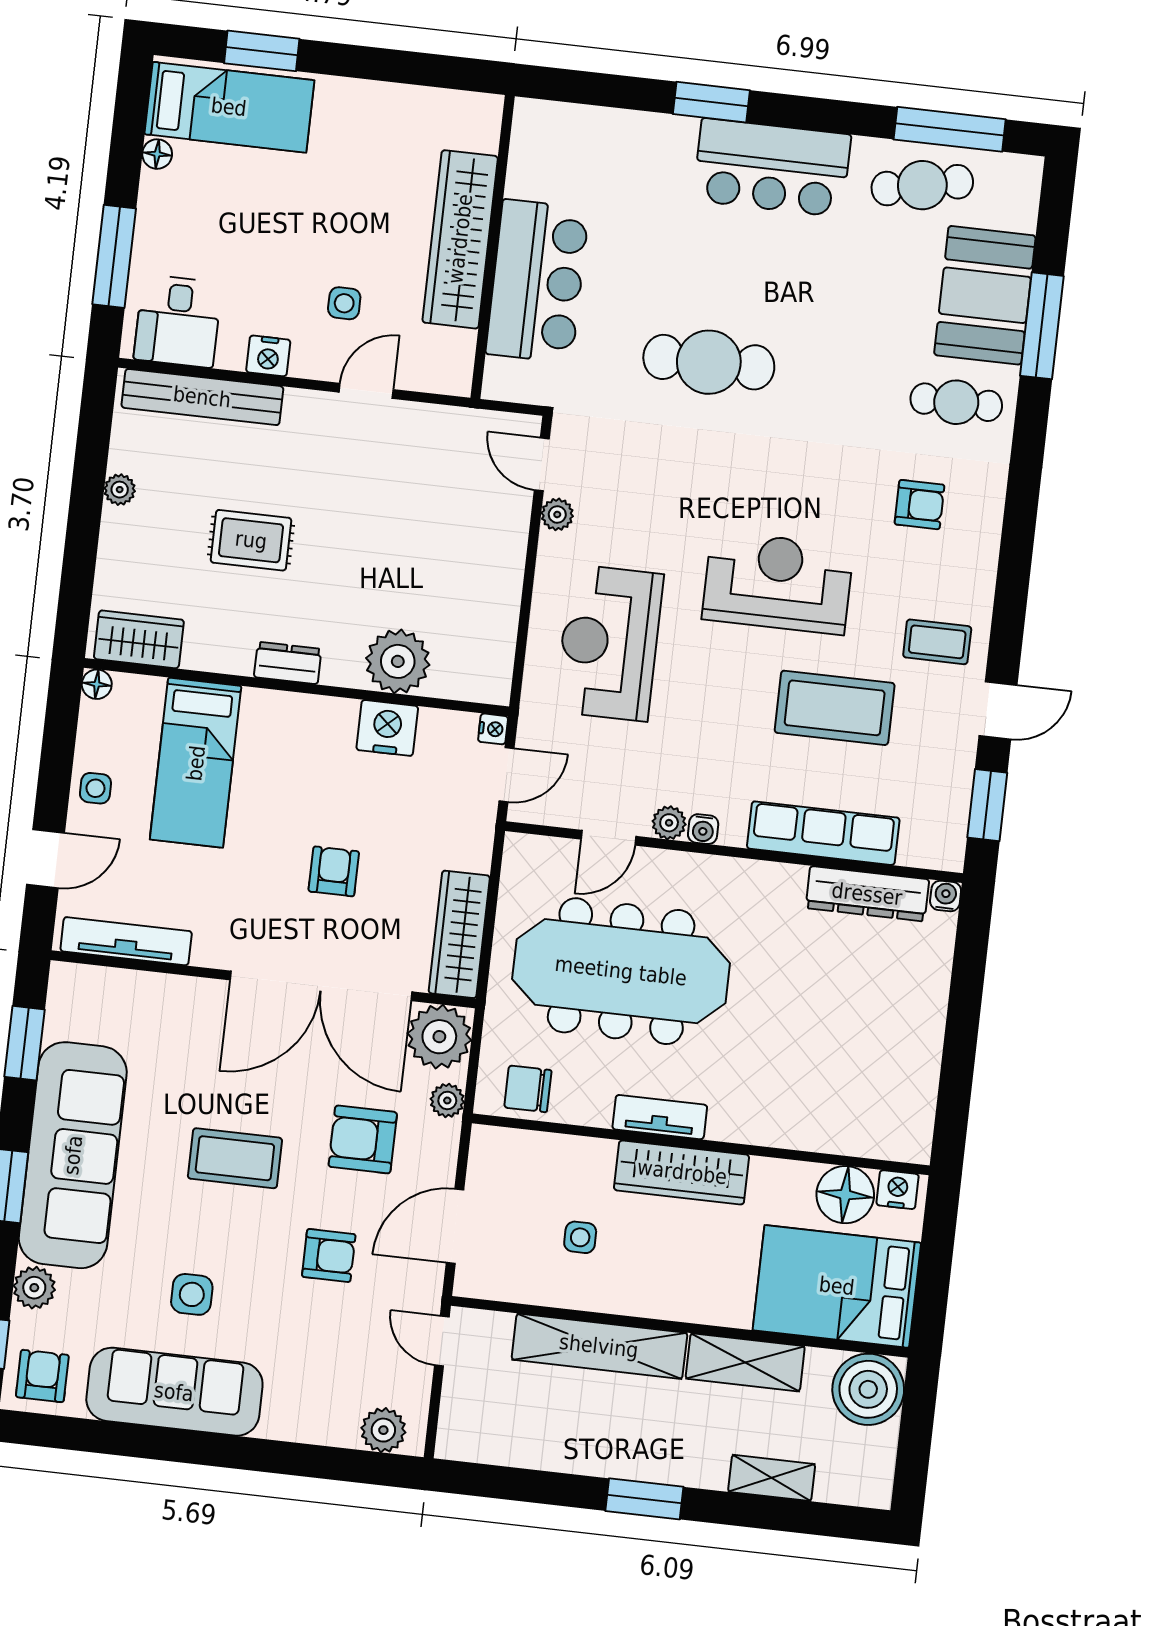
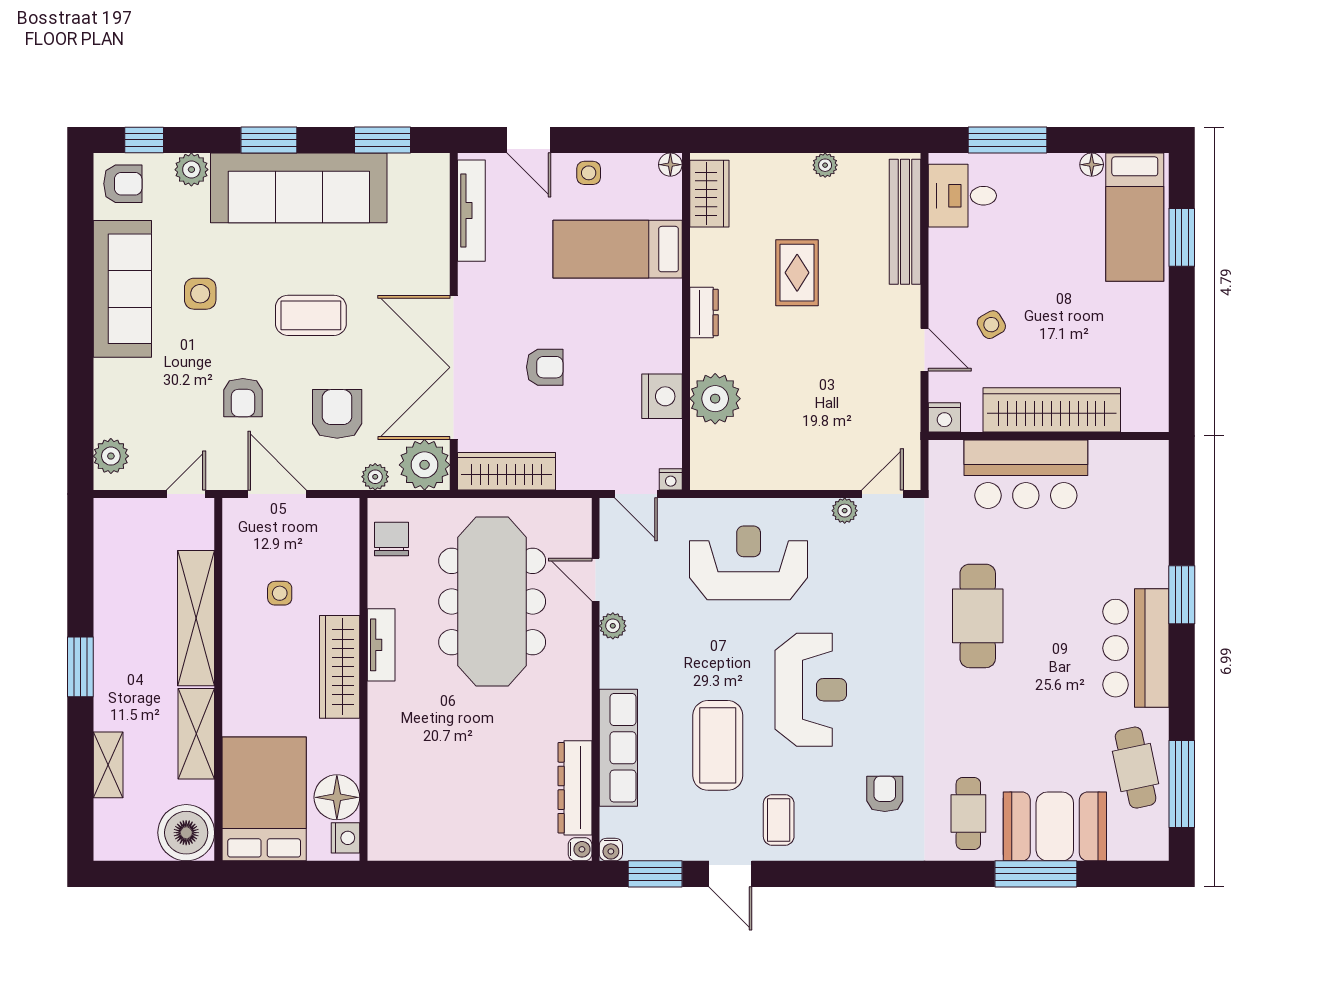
side table: (344, 303) -> (991, 325), turned -30
nightstand: (268, 356) -> (944, 417), moved, turned -90
armchair: (919, 505) -> (885, 794), turned 180
water cooler: (703, 829) -> (611, 850), moved, turned -90
coffee table: (235, 1158) -> (311, 315), turned 90

